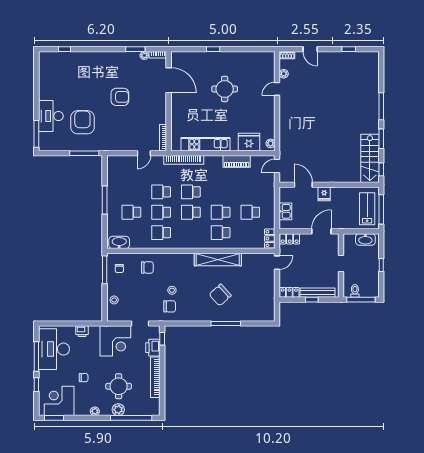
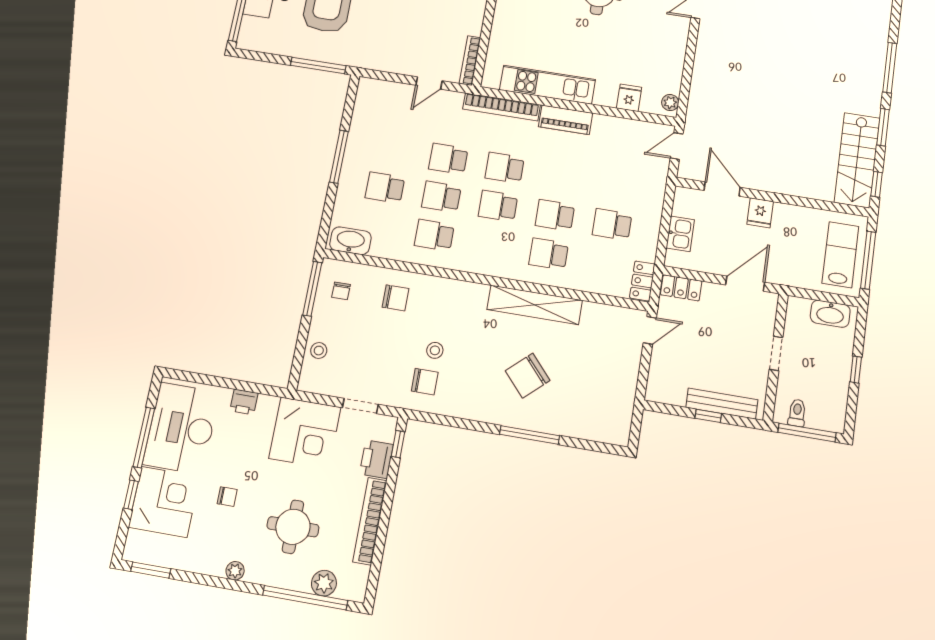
fridge: (249, 142) -> (629, 98), width x0.53, depth x0.75
piano: (237, 161) -> (566, 120), moved
locker: (289, 292) -> (665, 394), removed
corner desk: (59, 401) -> (164, 502), moved, turned 90
plant: (118, 410) -> (324, 583), moved

